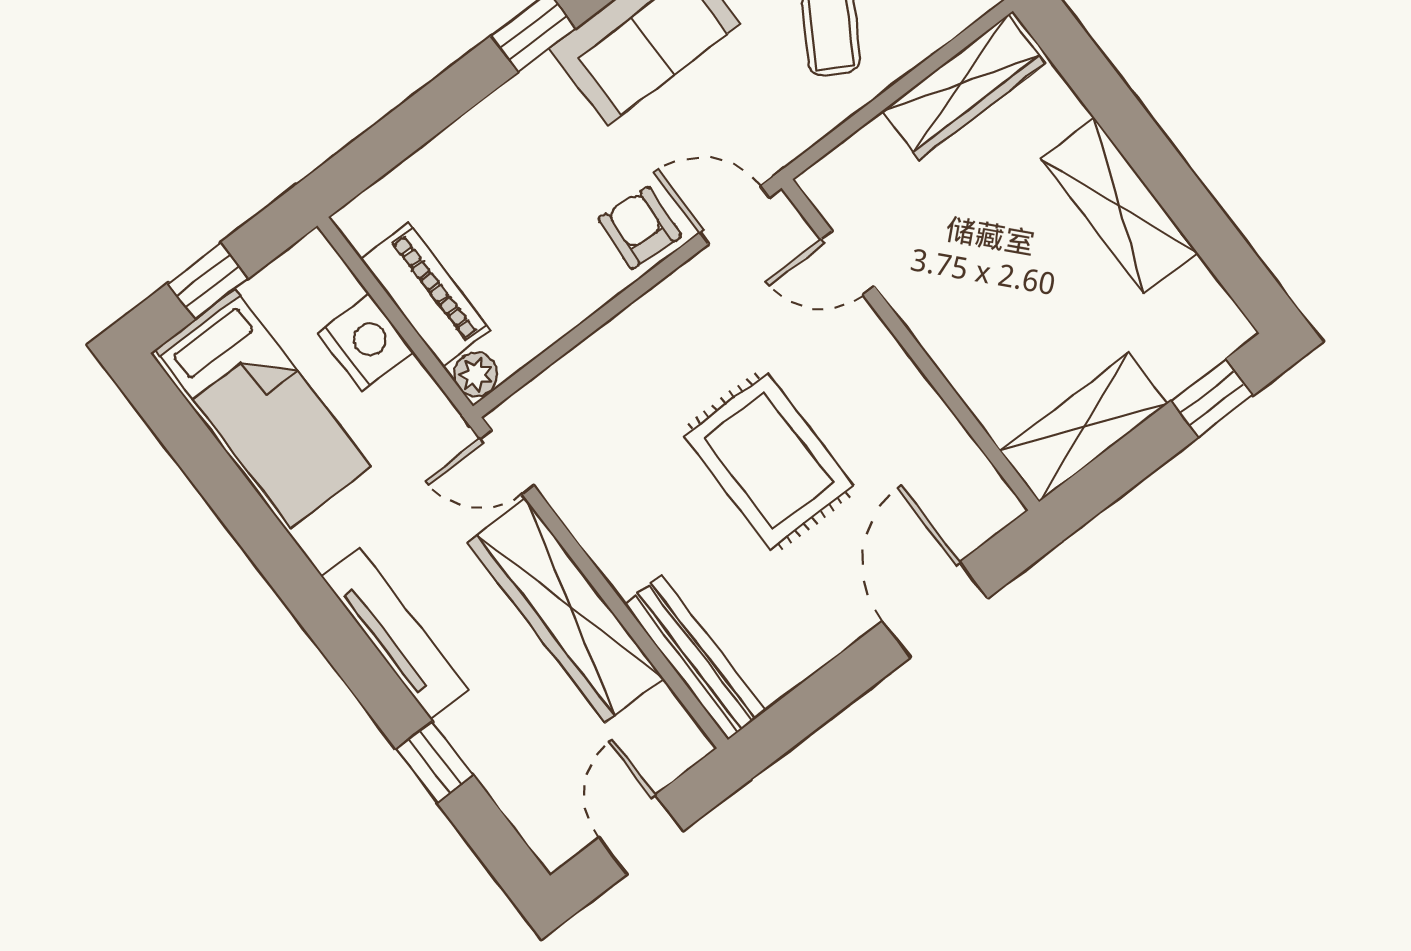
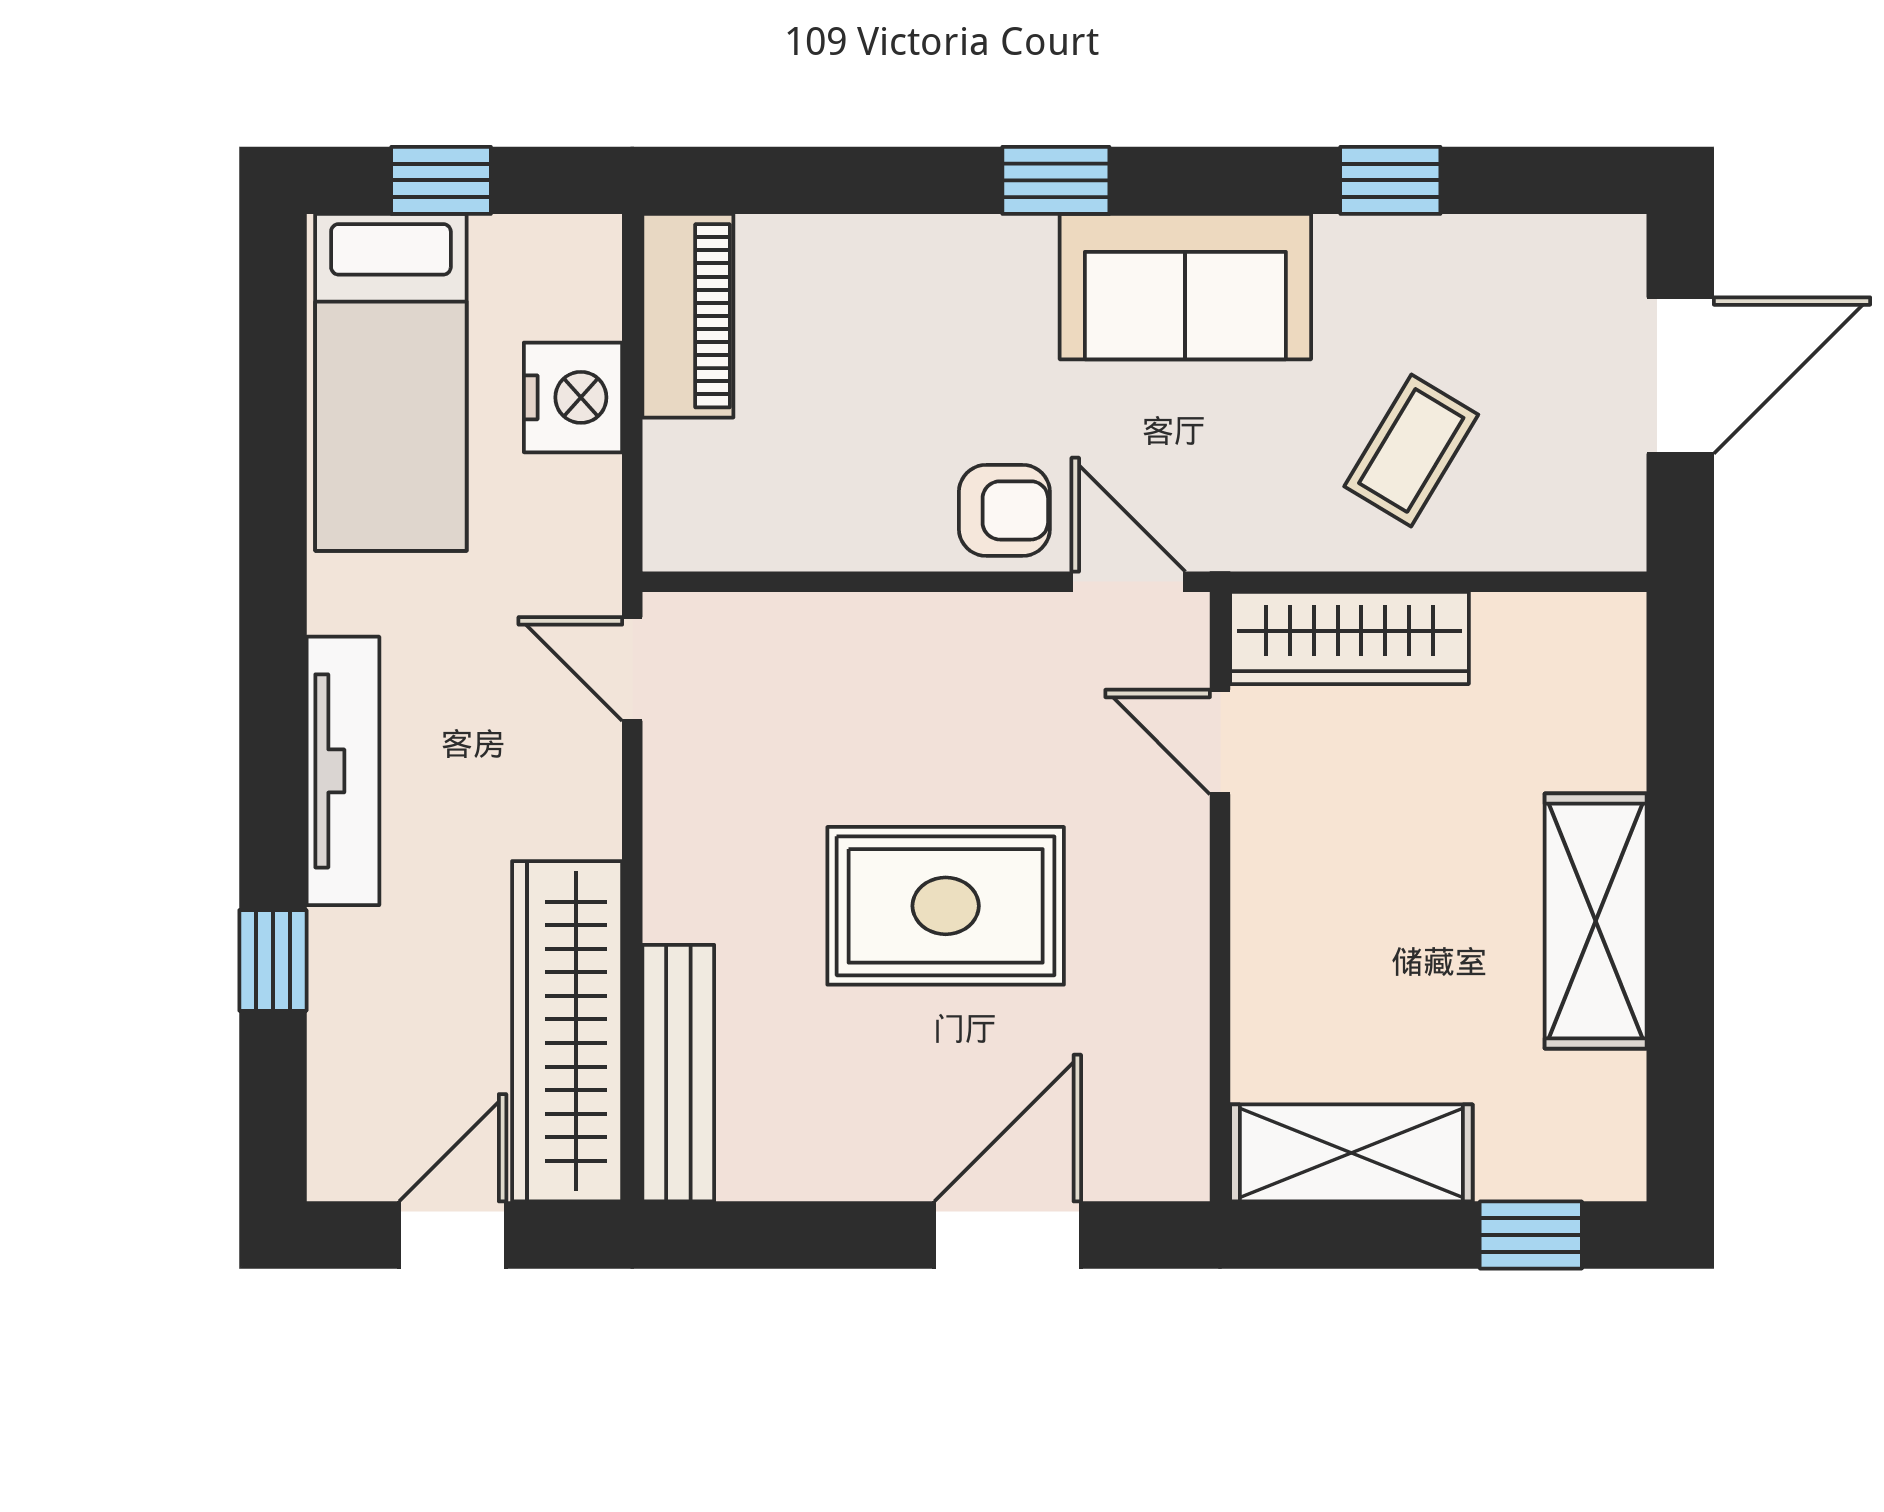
wardrobe: (963, 87) -> (1349, 638), moved
armchair: (640, 228) -> (1004, 510), turned 86
piano: (425, 295) -> (688, 316), moved
plant: (476, 375) -> (675, 536), removed
rug: (769, 461) -> (946, 906), turned 90
wardrobe: (565, 610) -> (567, 1031), moved

